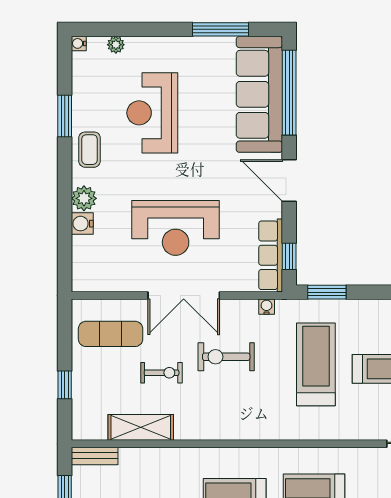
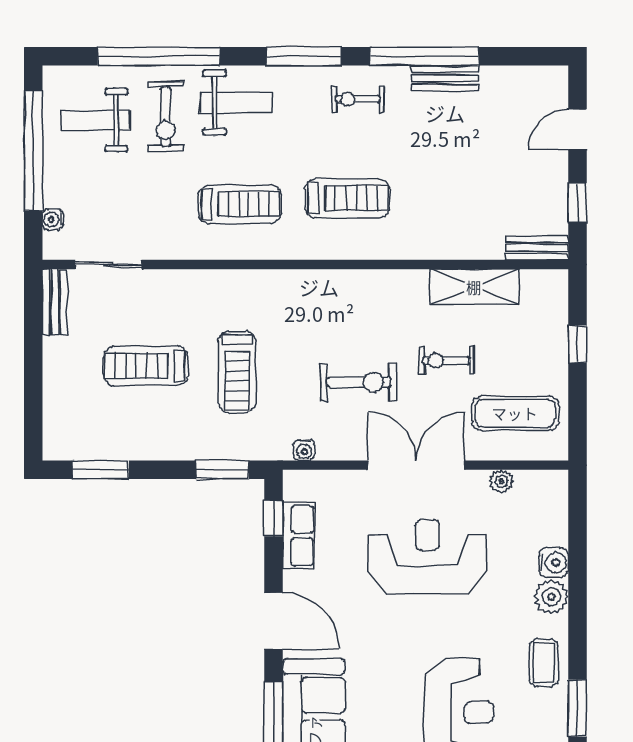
row of seats: (271, 255) -> (298, 536), width x0.68
plant: (121, 284) -> (501, 481), added
treadmill: (316, 364) -> (237, 372), width x0.73, depth x0.73

